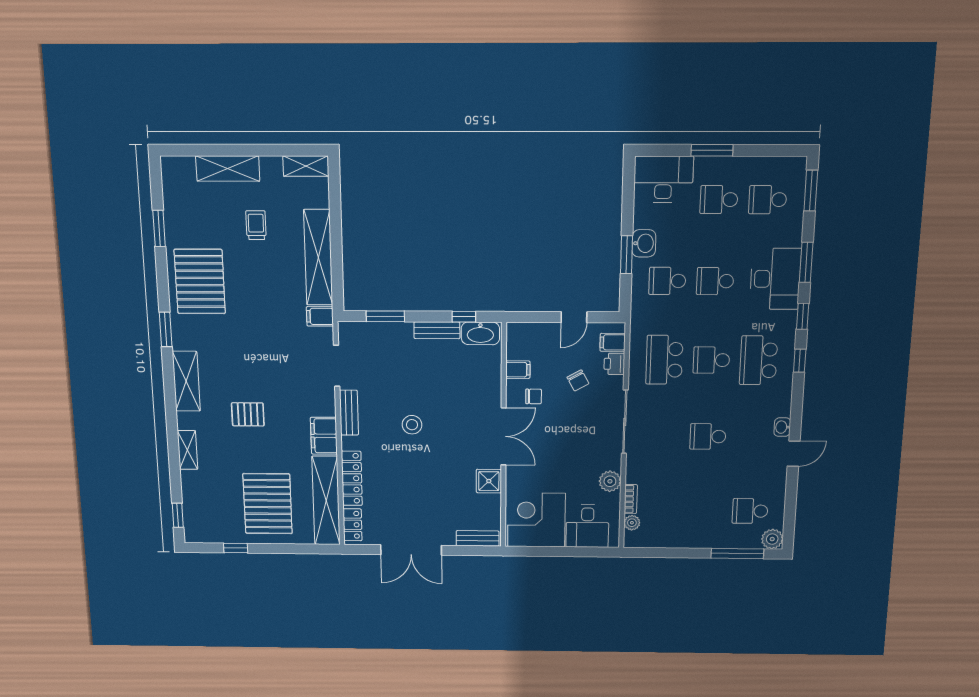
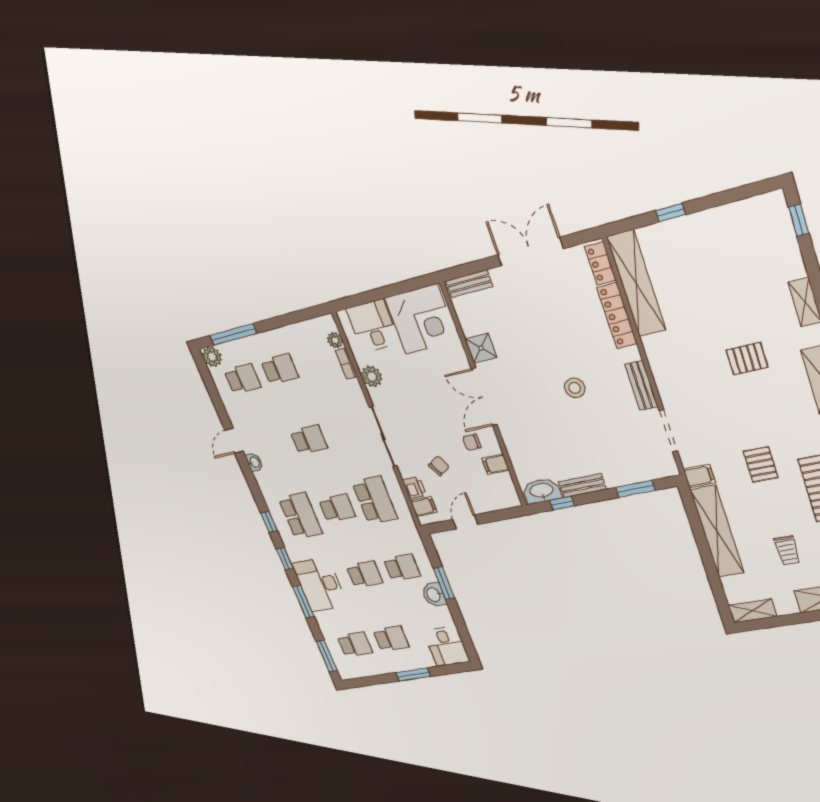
desk: (663, 179) -> (447, 646), width x0.73
chair: (578, 380) -> (439, 466), turned 90
filing cabinet: (324, 436) -> (660, 355), removed
pallet: (268, 504) -> (761, 465), moved, width x0.49, depth x0.50
school desk: (704, 511) -> (280, 369), added
window: (236, 548) -> (671, 213), moved

